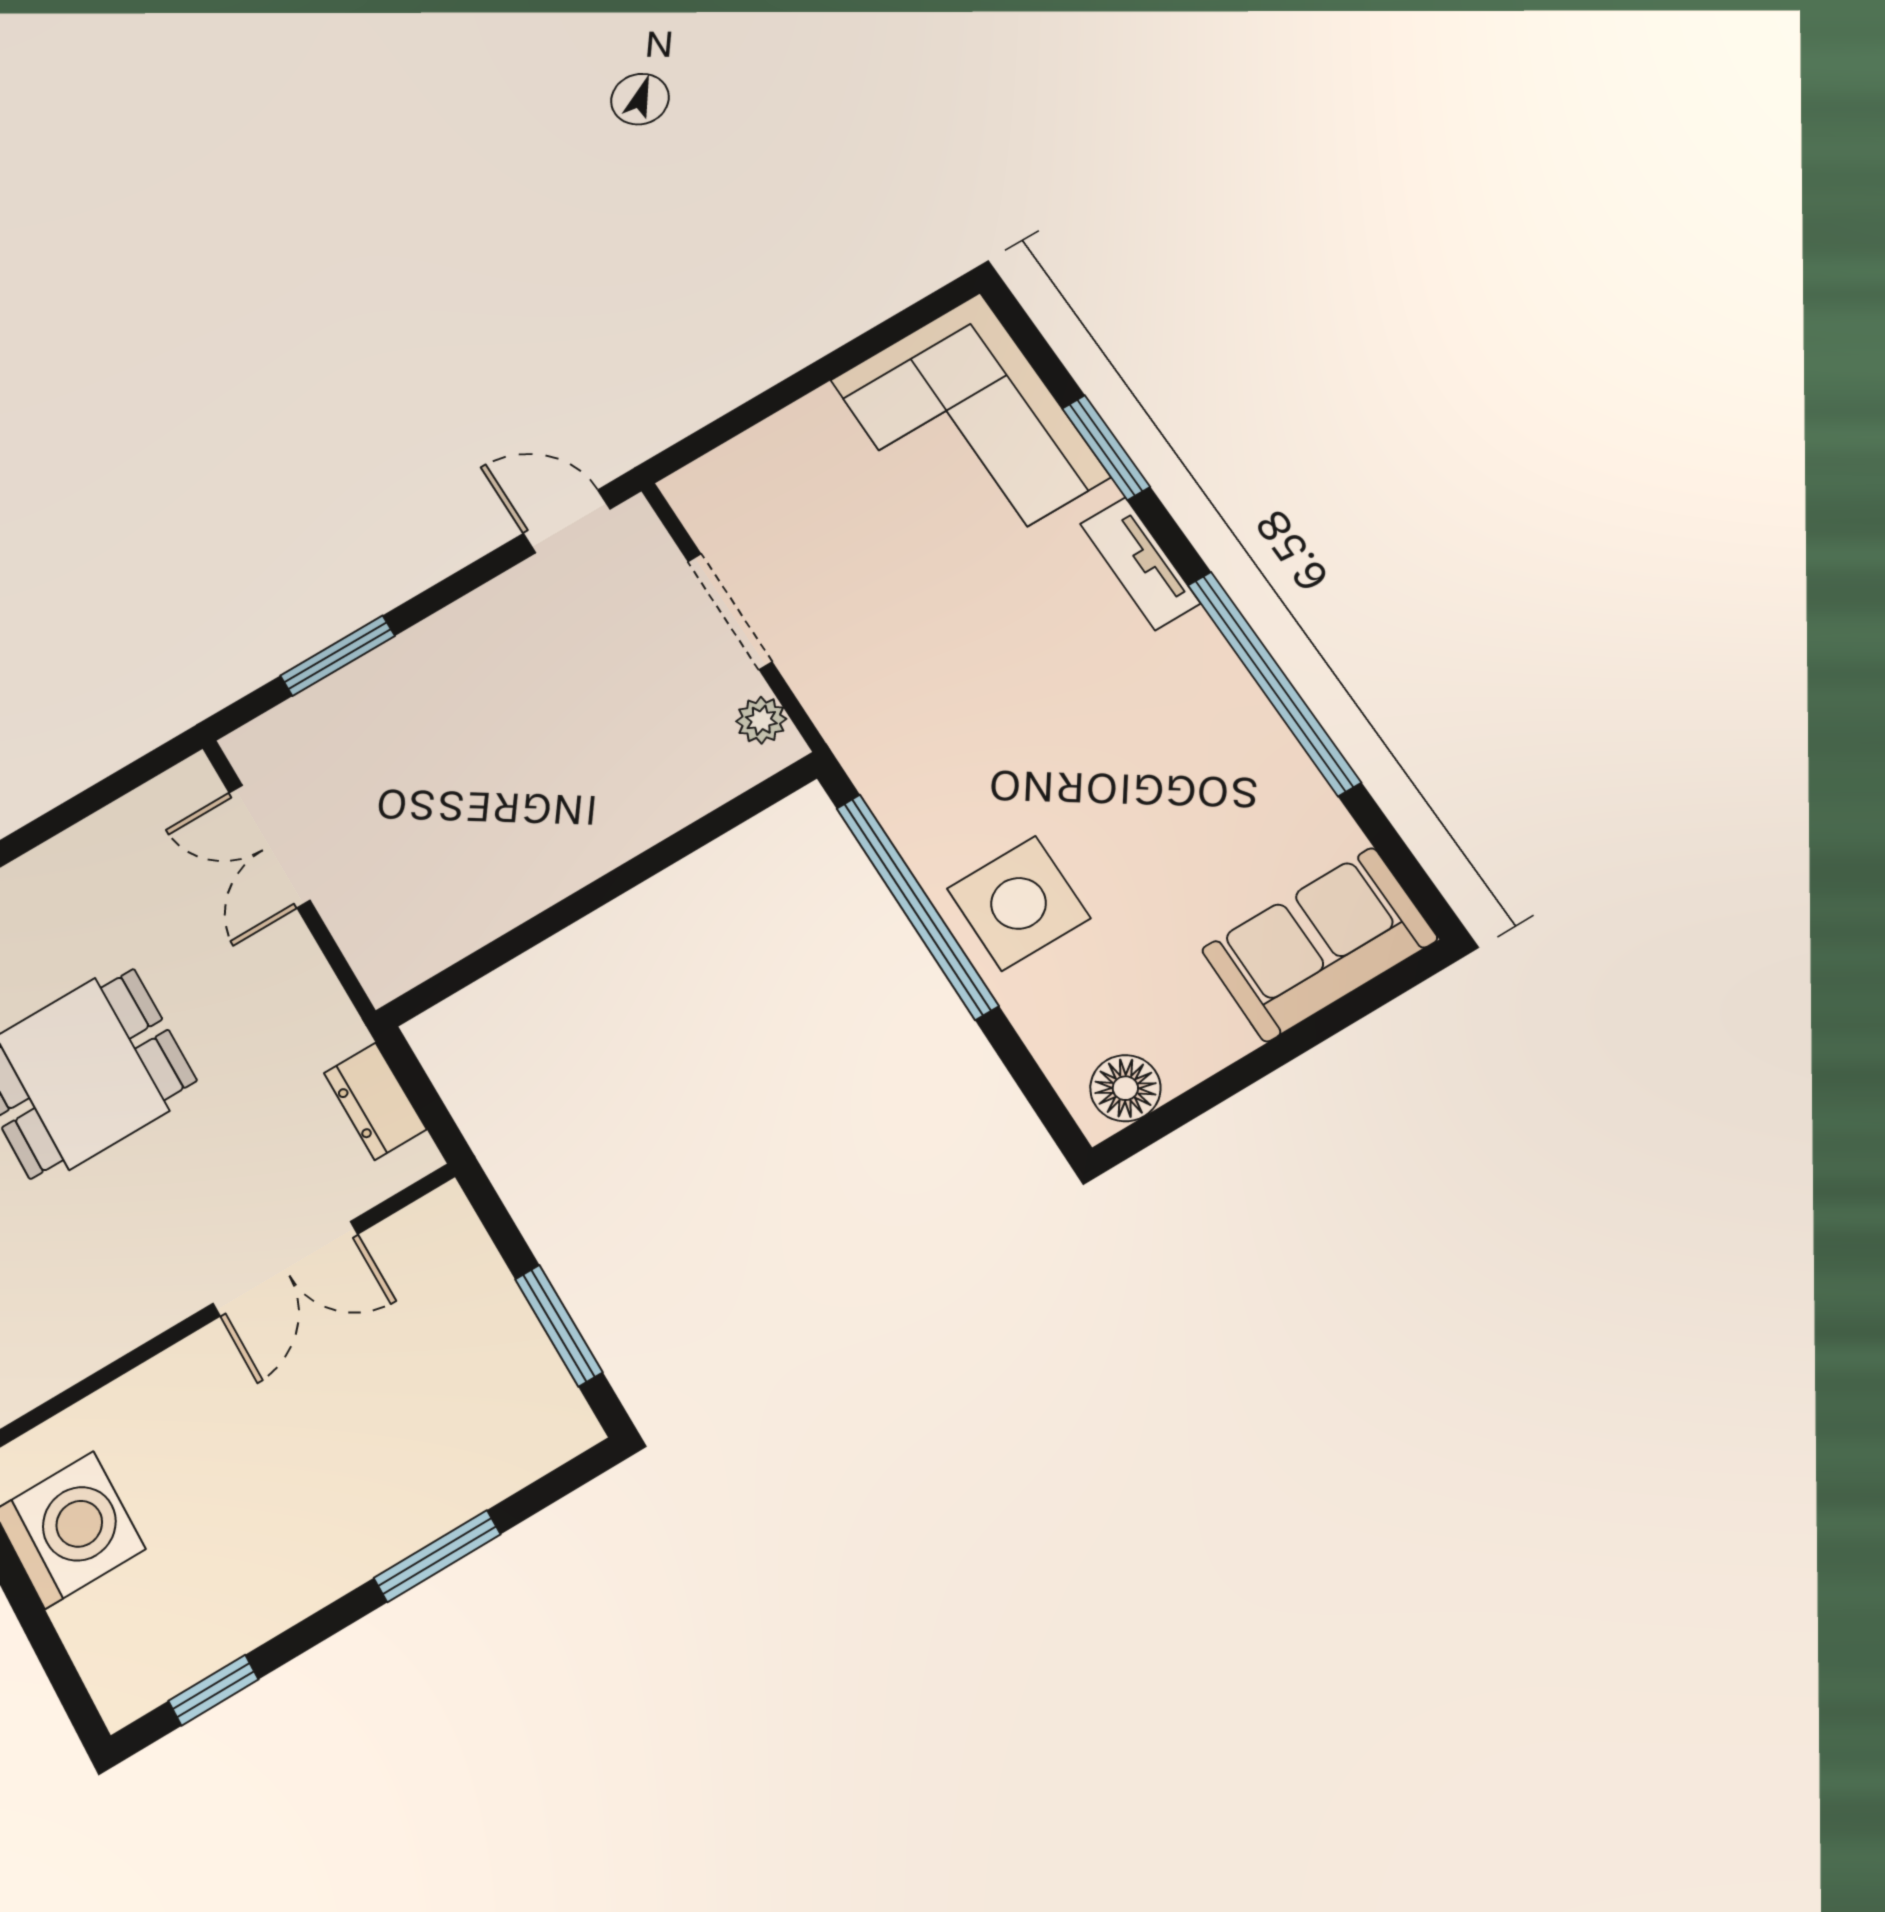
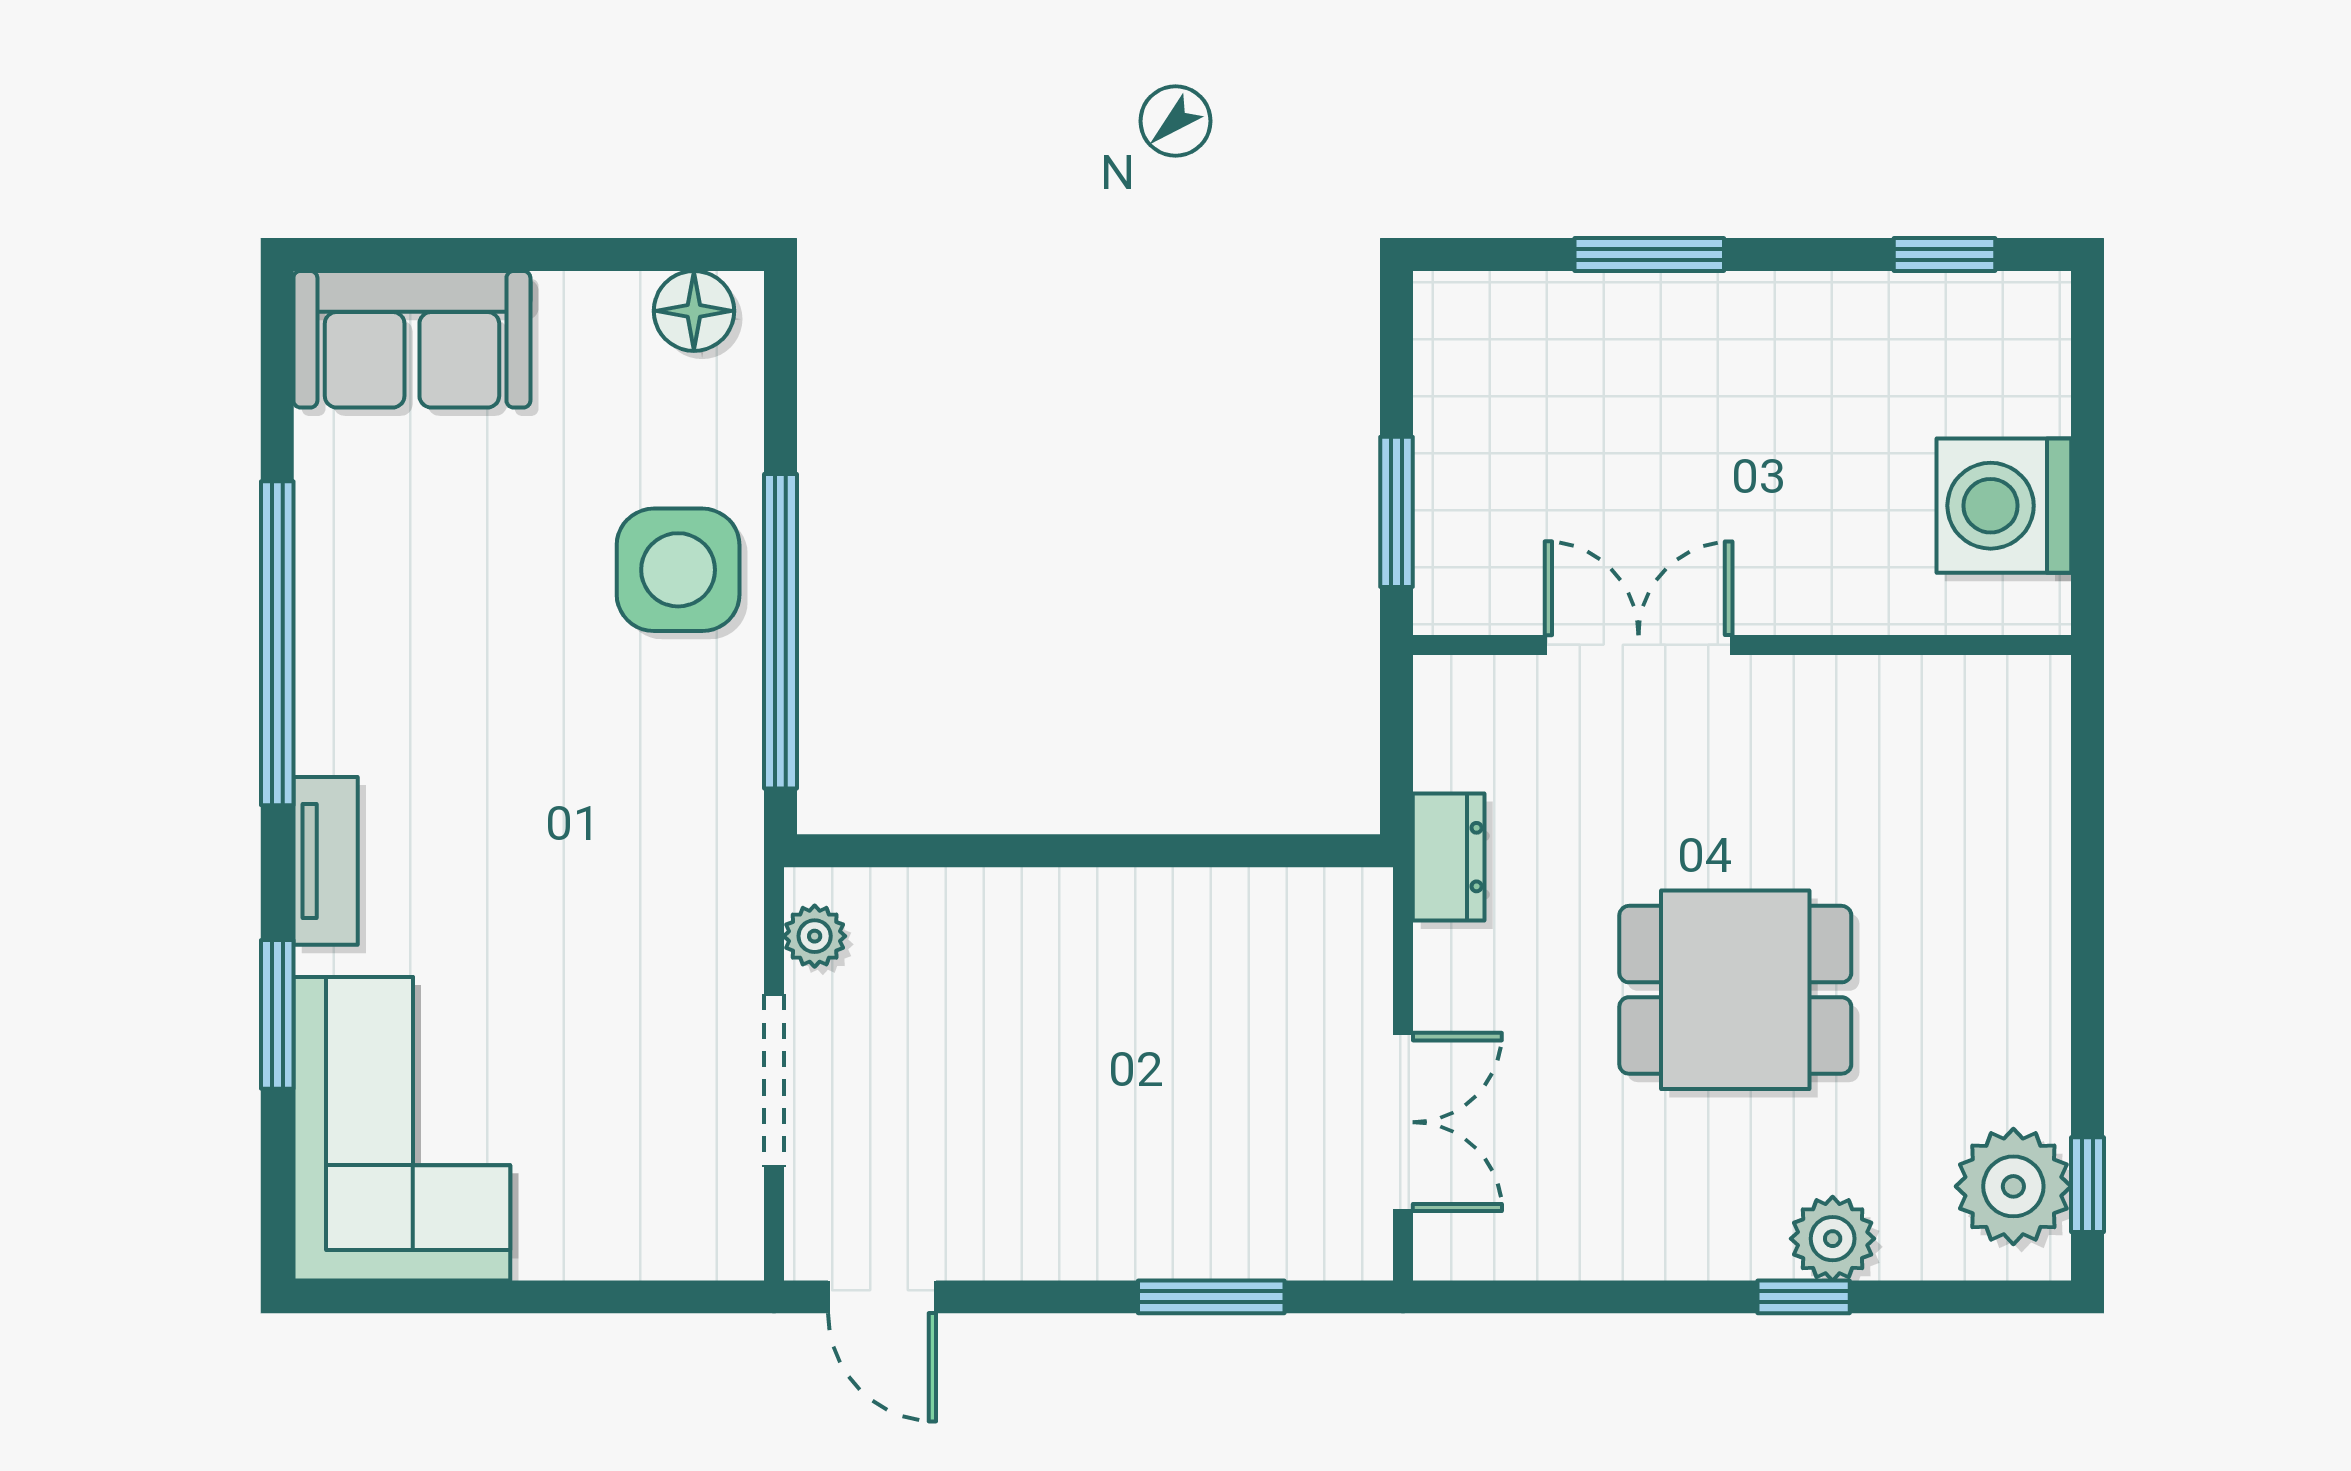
dresser: (375, 1101) -> (1449, 857), moved
window: (559, 1326) -> (1396, 512), moved

